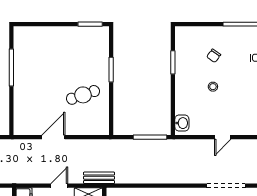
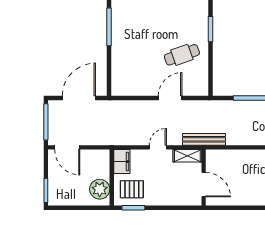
door: (53, 137) -> (170, 98), moved
bench: (99, 178) -> (204, 139), width x1.36

